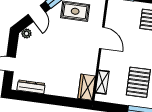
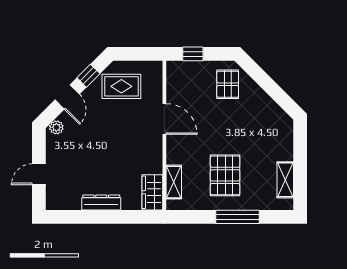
dresser: (31, 87) -> (101, 202), moved

